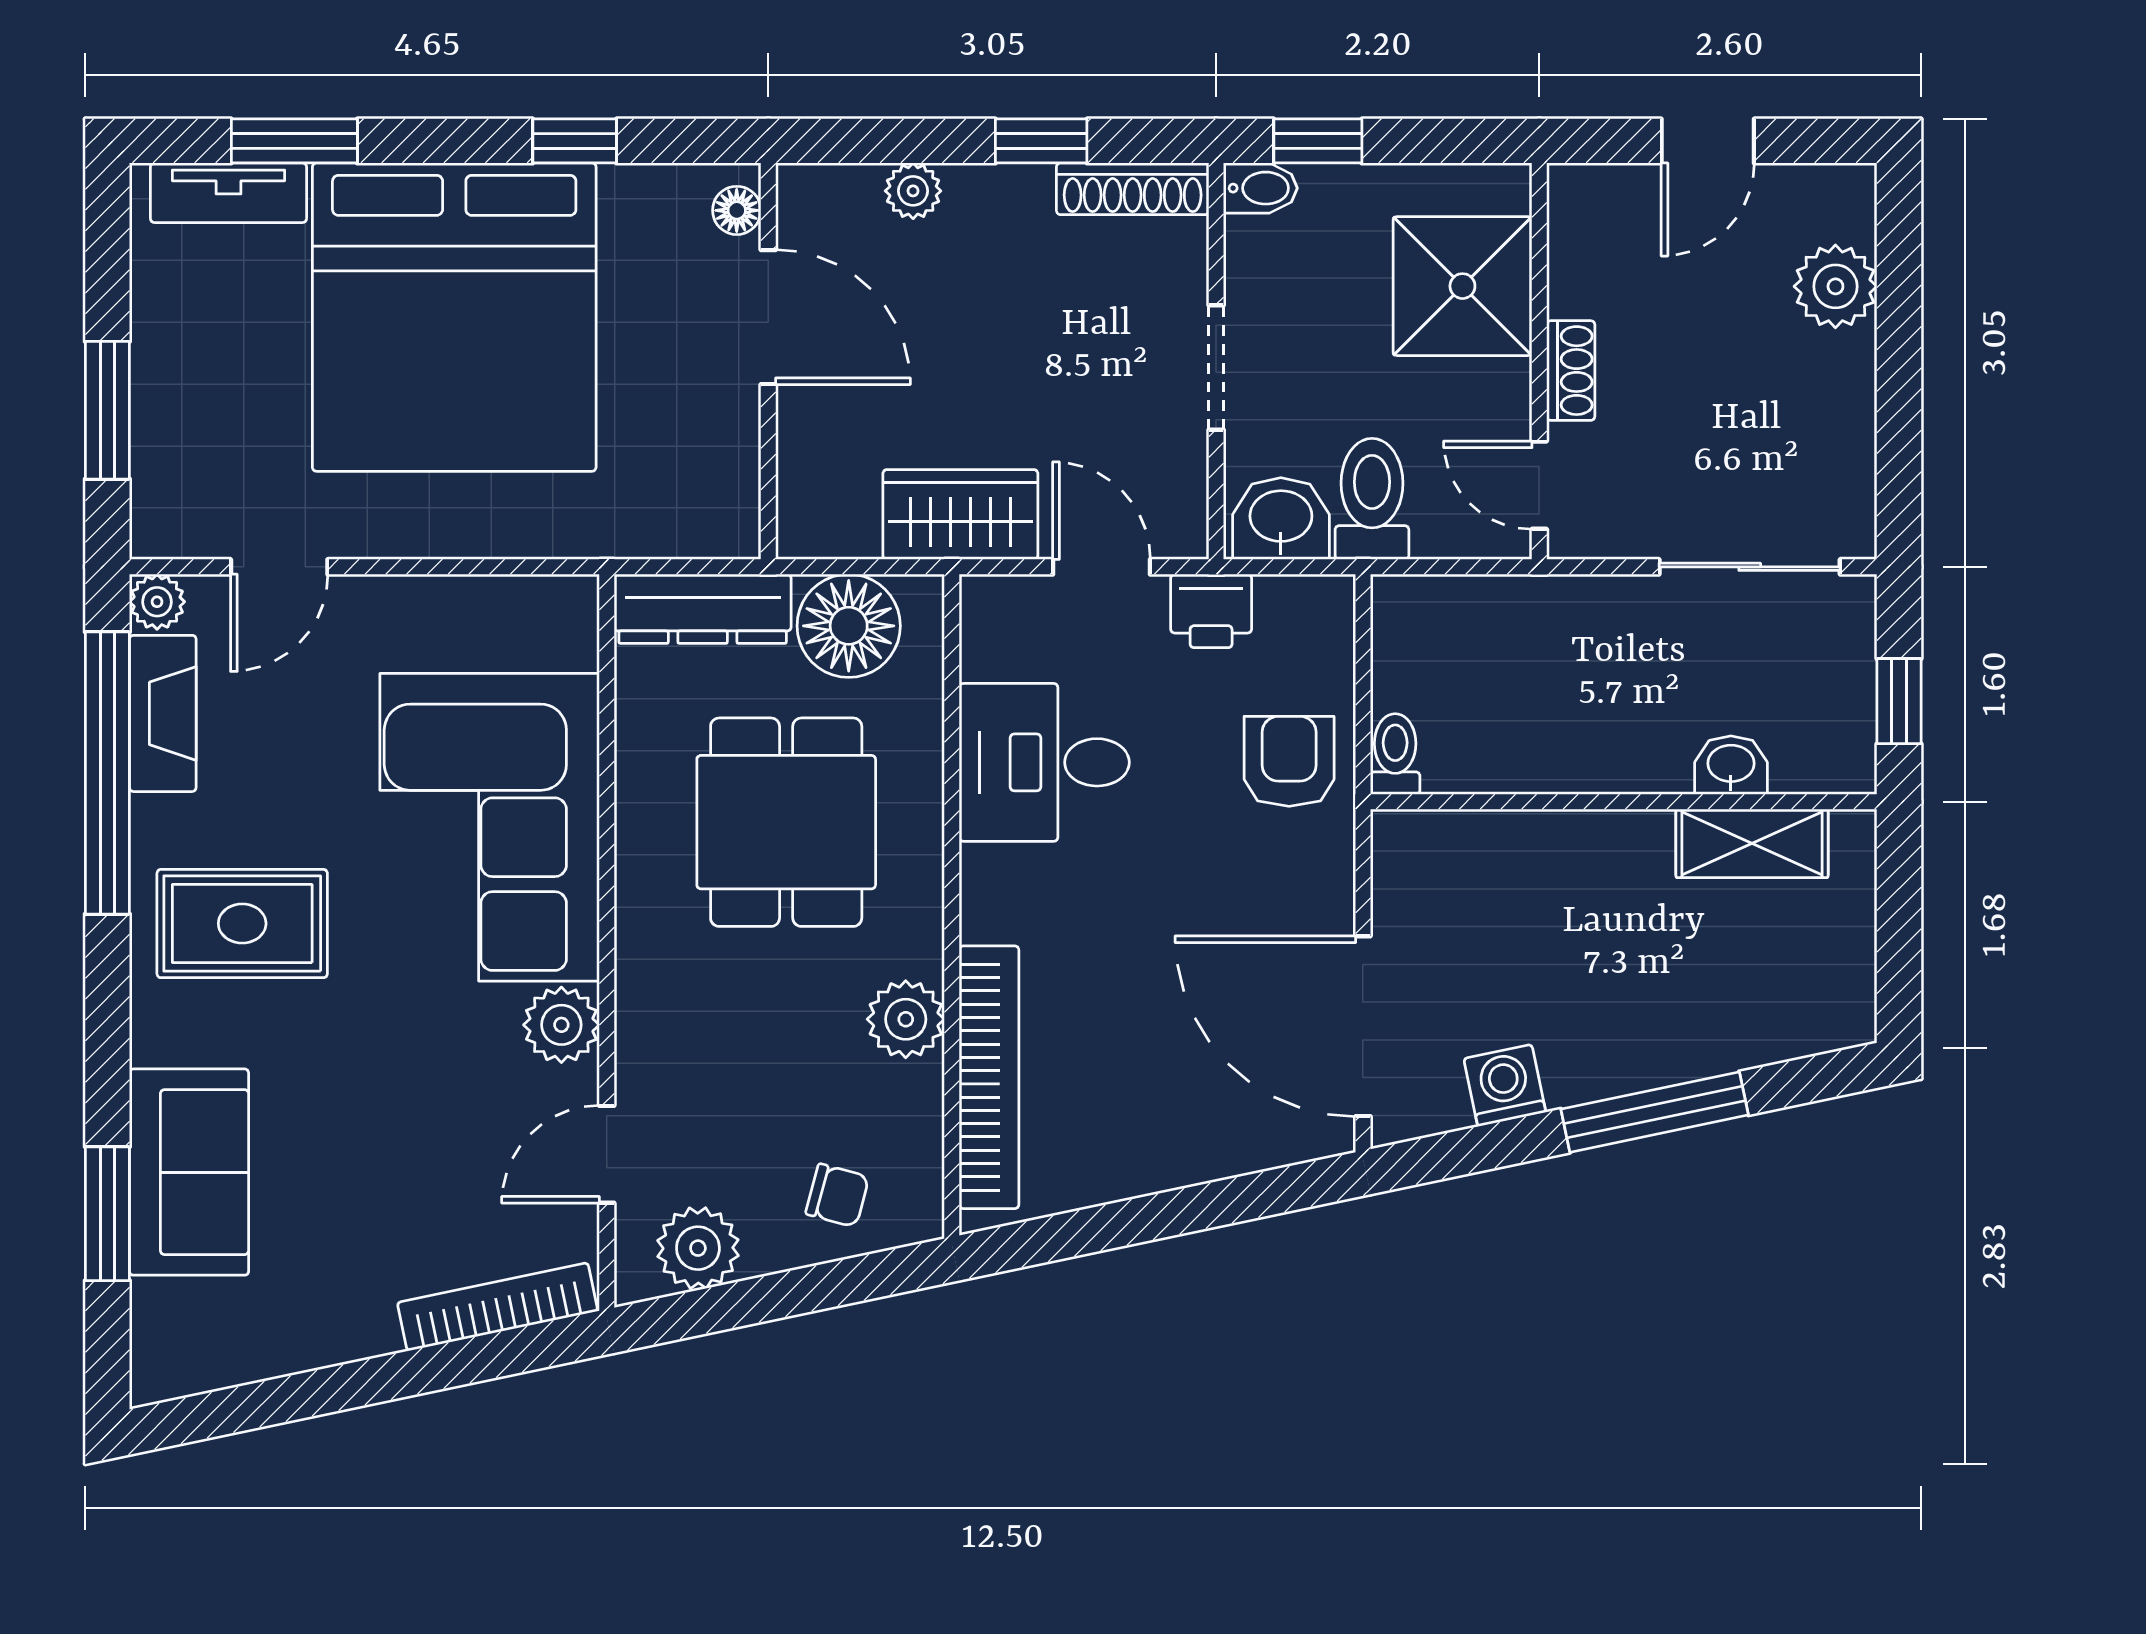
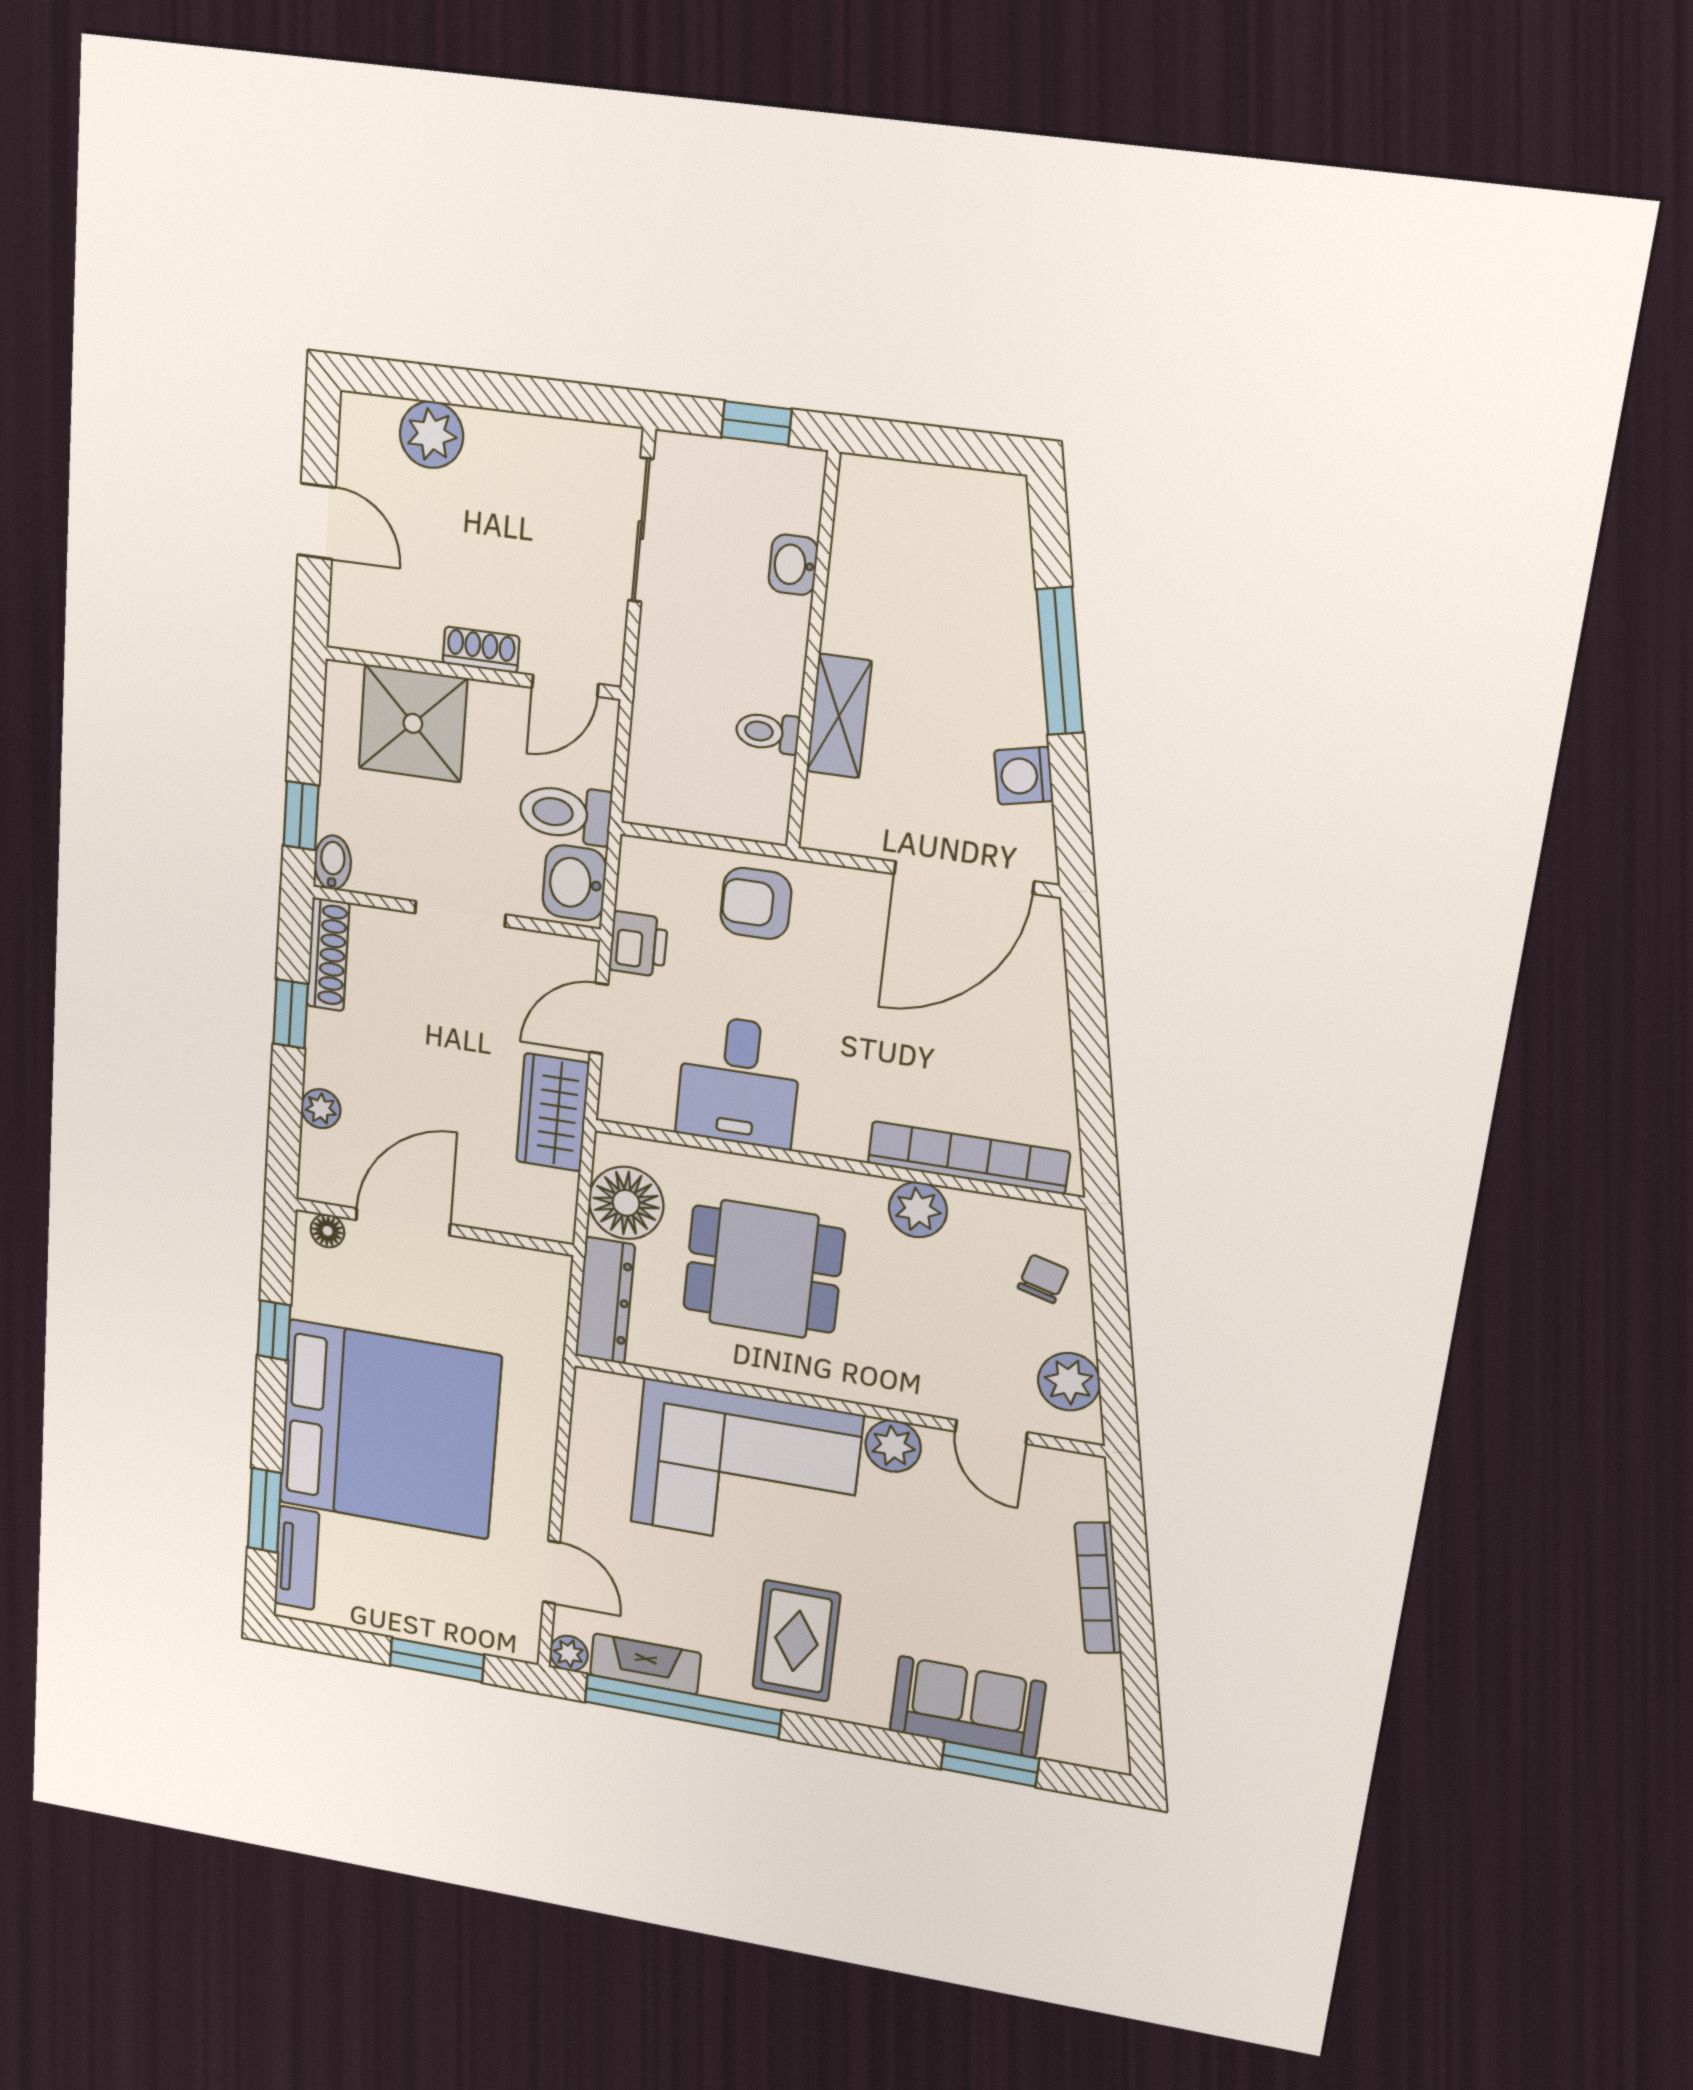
toilet: (1395, 754) -> (768, 732), moved
shelving: (1752, 843) -> (839, 716), moved
bookcase: (498, 1307) -> (1098, 1588), moved

